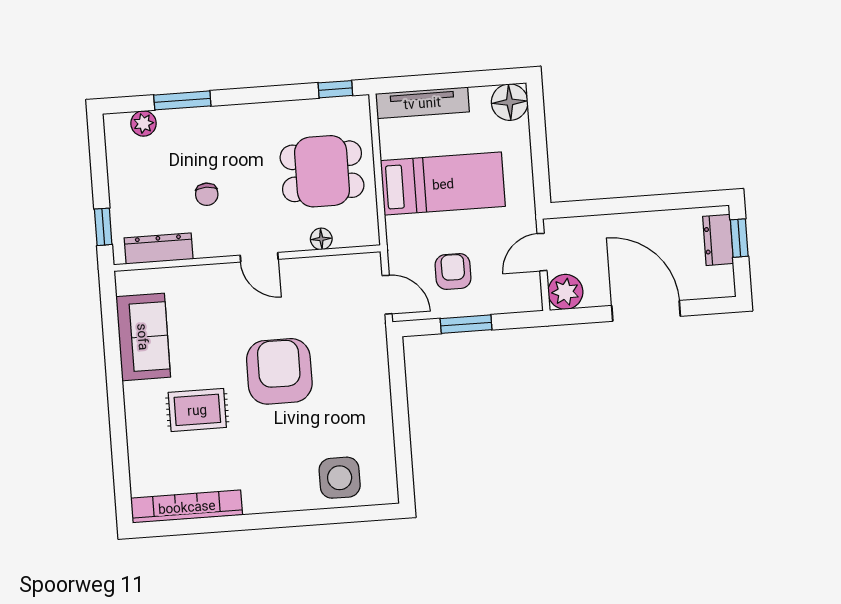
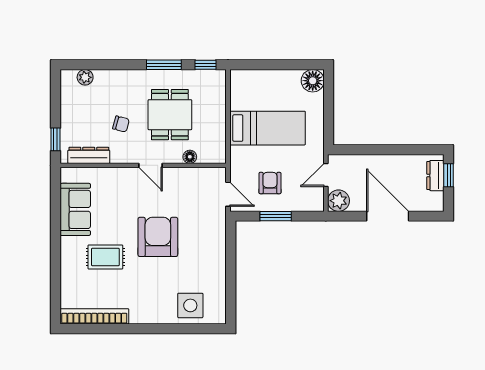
window: (182, 100) -> (164, 65), moved
tv unit: (422, 103) -> (259, 77), removed
dining table: (322, 171) -> (170, 115), moved, turned 90
chair: (207, 194) -> (121, 124), turned -75

